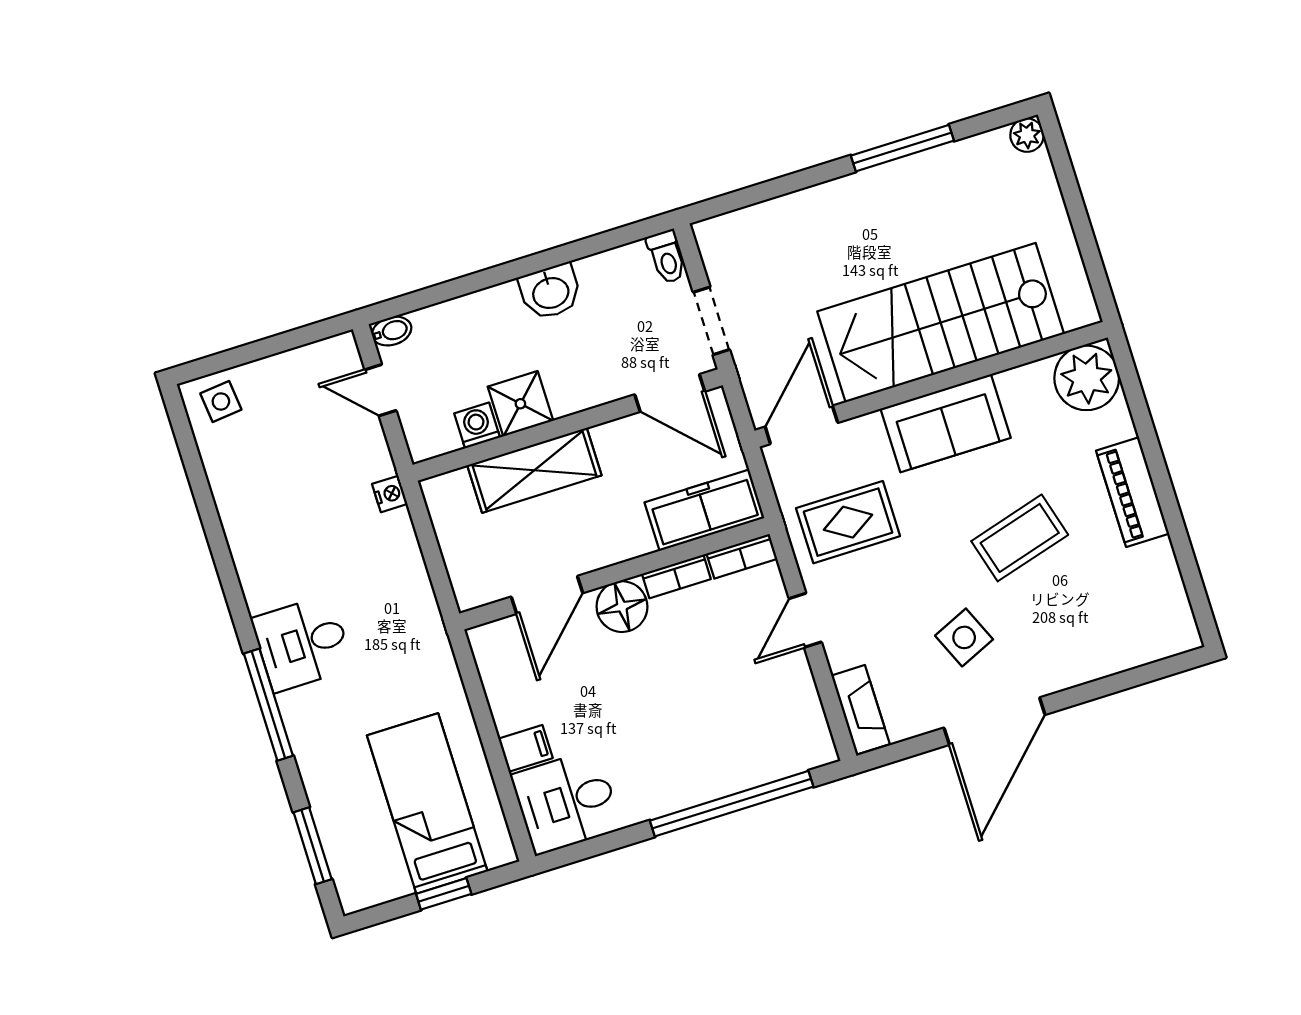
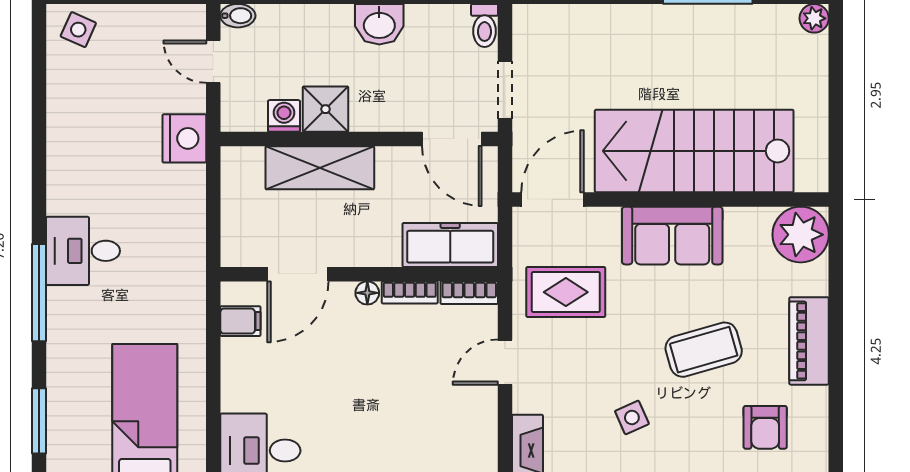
side table: (221, 401) -> (78, 30), turned 30
nightstand: (390, 494) -> (184, 138), width x1.89, depth x1.79
armchair: (1114, 602) -> (765, 427), added
floor lamp: (622, 607) -> (367, 293), width x0.53, depth x0.53
side table: (964, 637) -> (632, 418), width x0.73, depth x0.73
filing cabinet: (526, 748) -> (240, 321), moved

